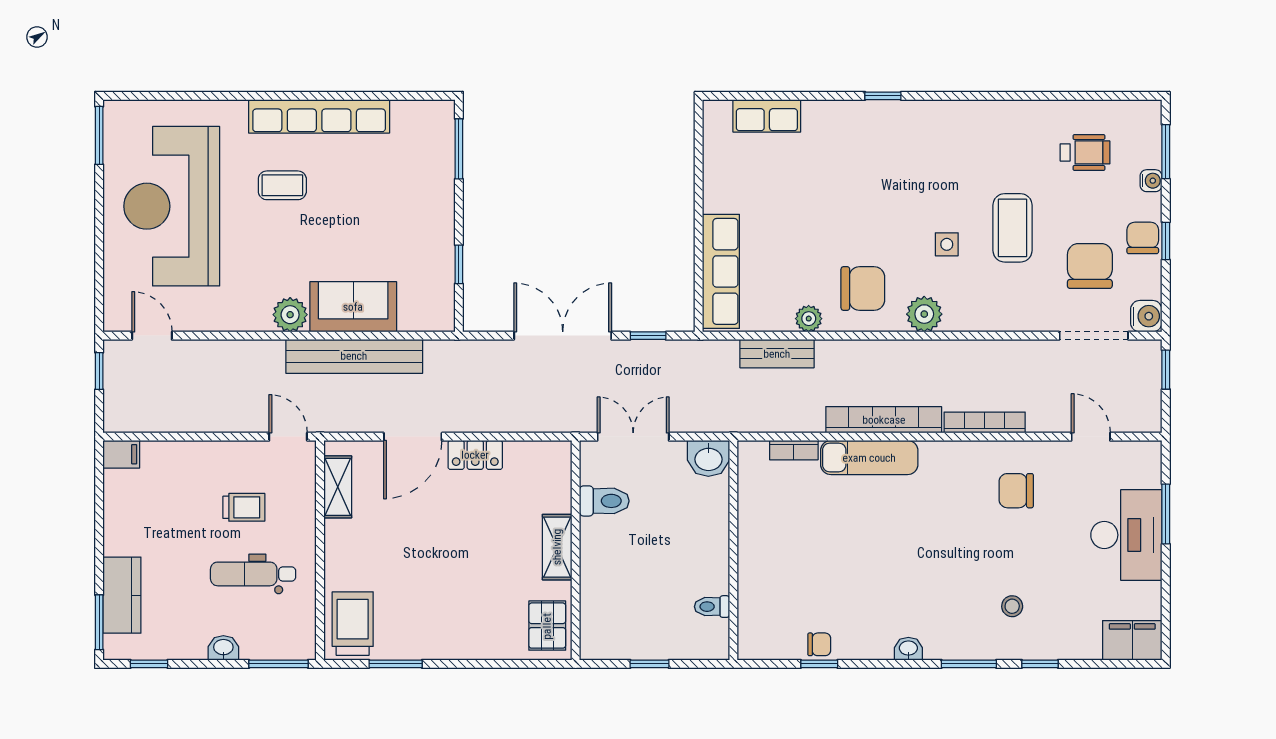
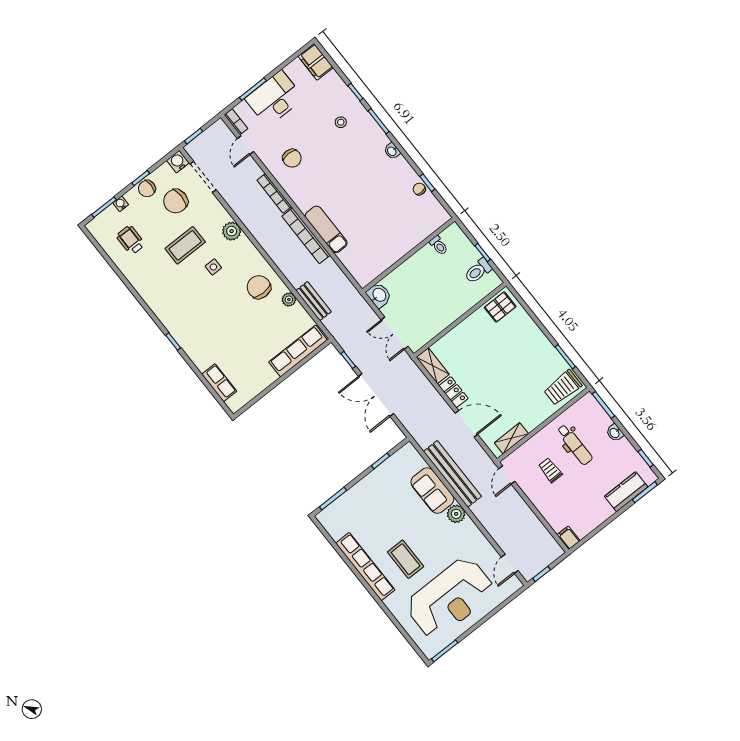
coffee table: (282, 185) -> (406, 559), width x1.36, depth x1.30
plant: (924, 314) -> (232, 231), moved
bookcase: (794, 450) -> (236, 122), moved
toilet: (604, 501) -> (478, 271), moved, turned -90
shelving: (557, 547) -> (433, 366), moved, turned 90

